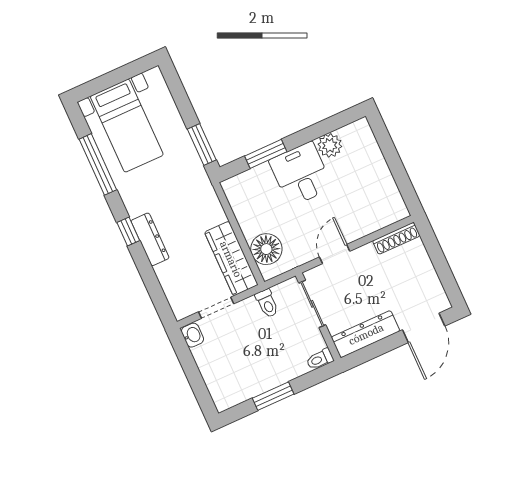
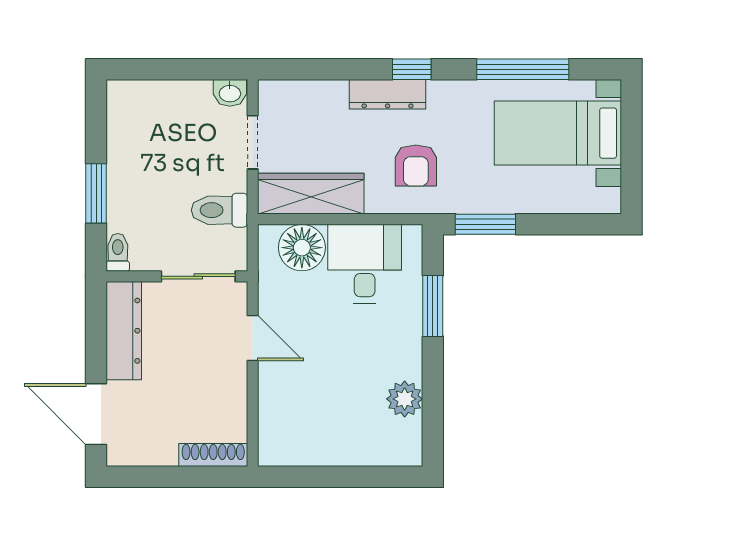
desk: (301, 174) -> (365, 264), moved, turned -90
armchair: (185, 203) -> (416, 166), added
shoe rack: (396, 238) -> (213, 455), moved, turned 90
toilet: (267, 303) -> (219, 210), width x1.37, depth x1.39
window: (273, 396) -> (96, 193), moved

